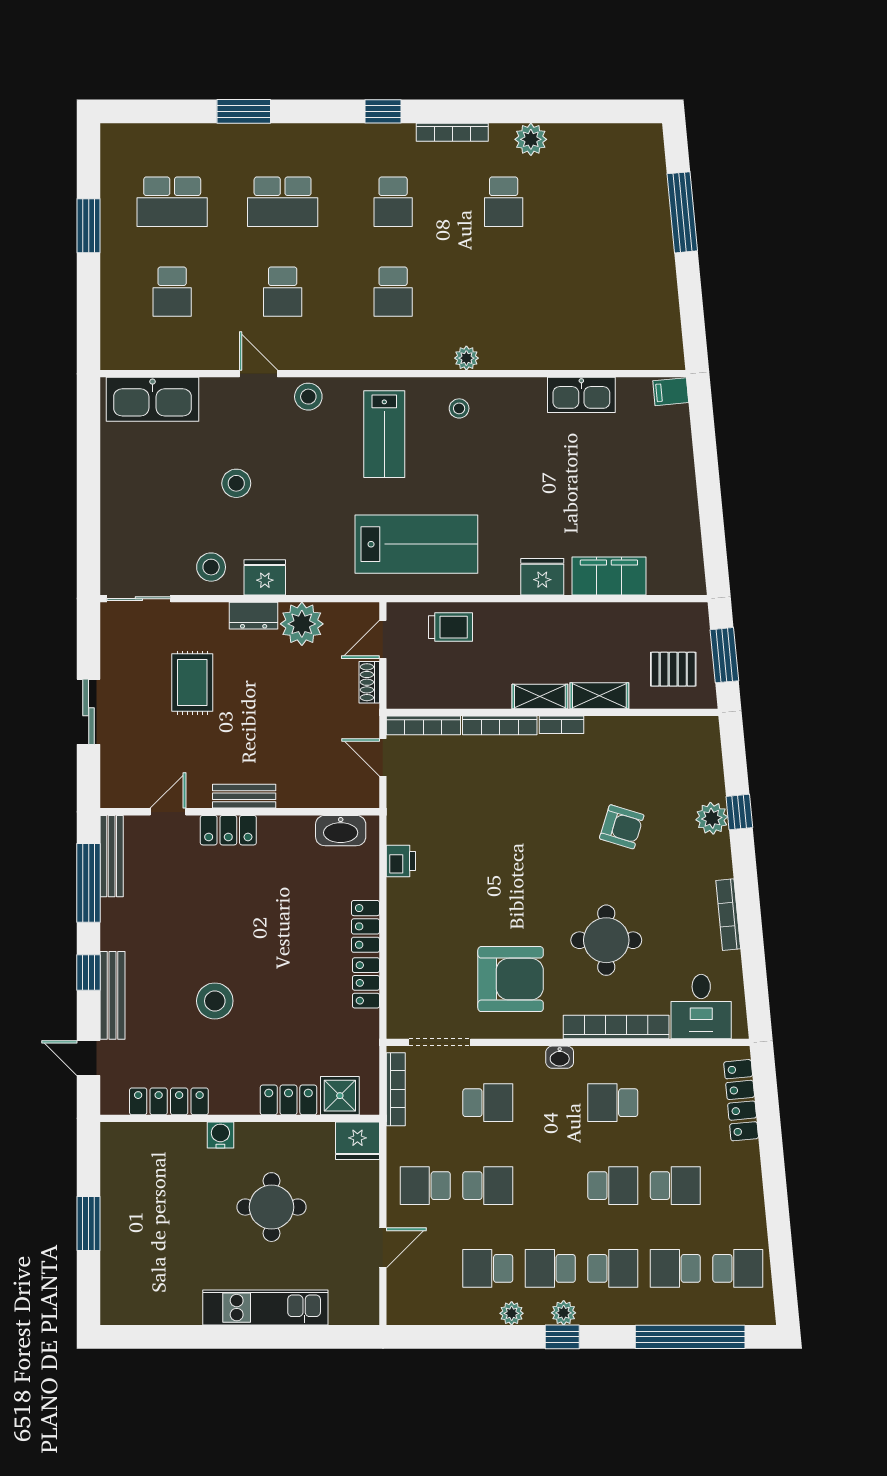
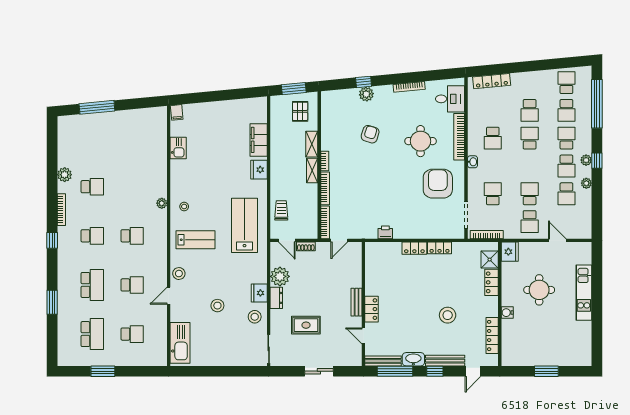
kitchen sink: (581, 395) -> (178, 148), width x0.73
washbasin: (341, 831) -> (413, 359), moved, turned -90
school desk: (675, 1186) -> (530, 110), turned 180

